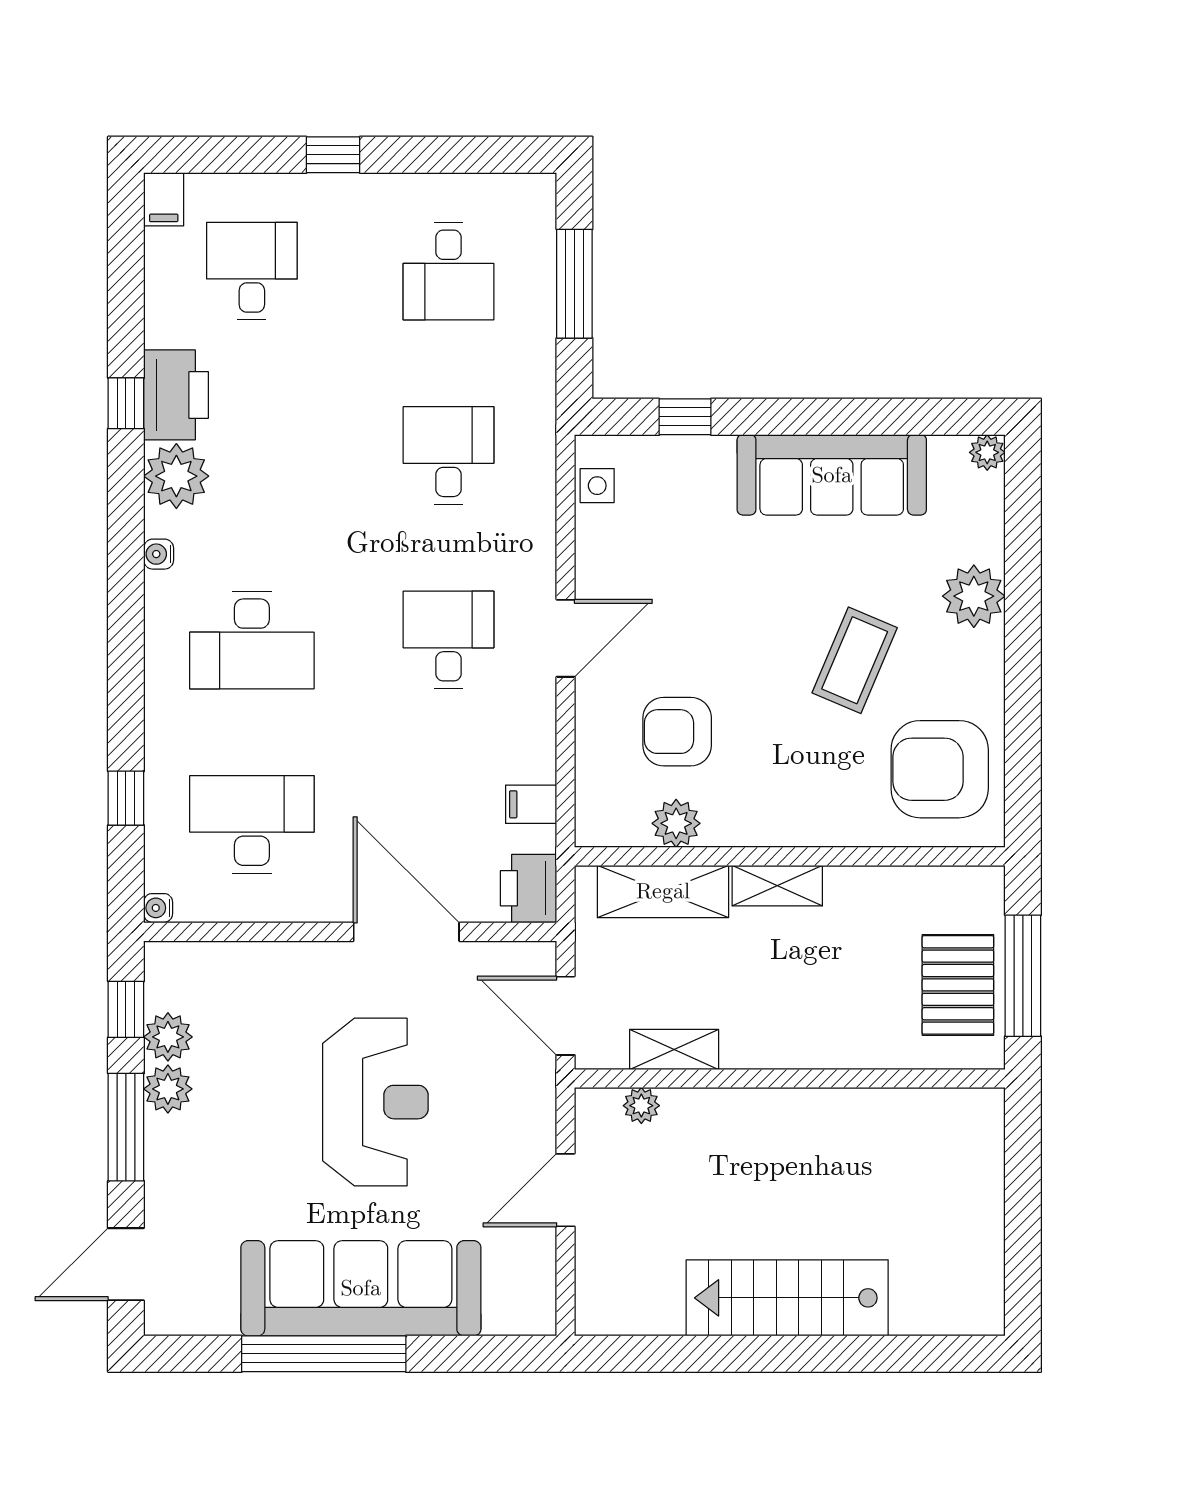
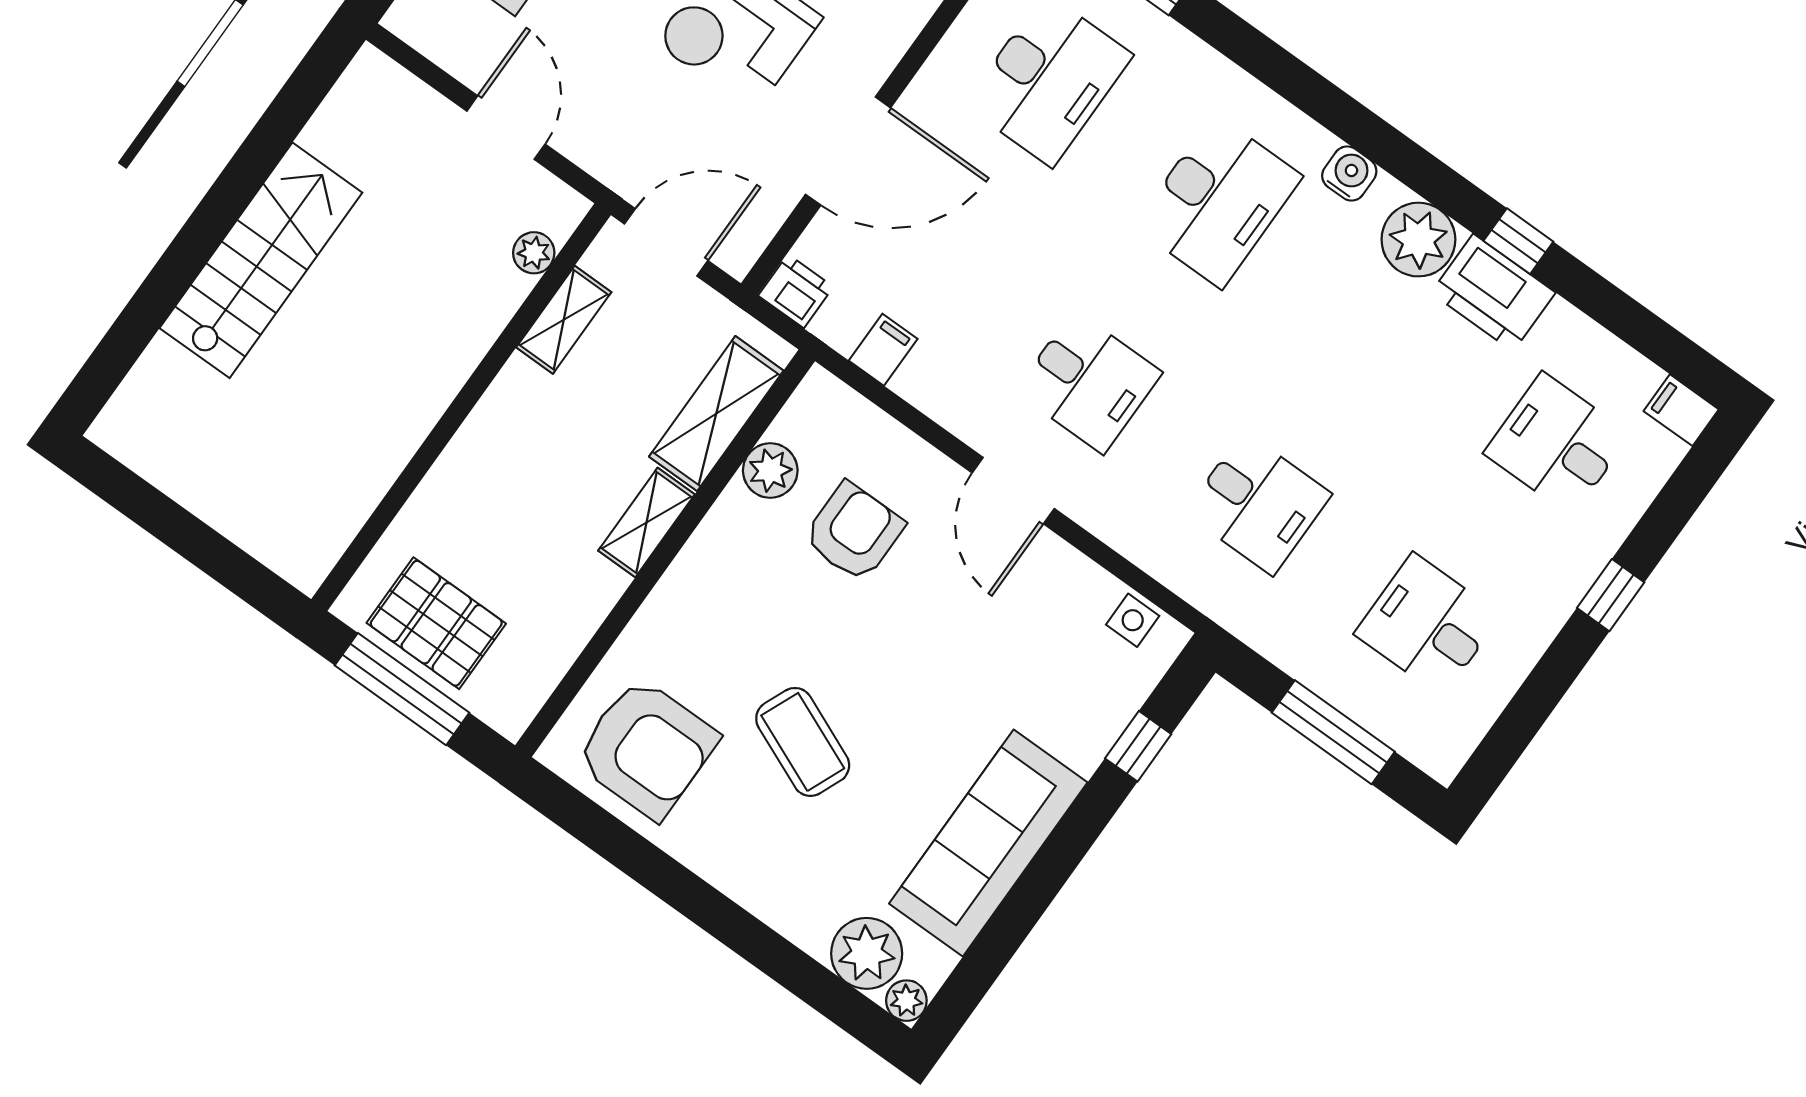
desk: (252, 271) -> (1557, 444), turned 180
water cooler: (159, 554) -> (1349, 174), width x1.38, depth x1.38
plant: (974, 596) -> (867, 953), moved
desk: (252, 640) -> (1218, 201), turned 180
armchair: (940, 769) -> (647, 748), turned 90
printer: (529, 888) -> (796, 291), width x0.73, depth x0.81

